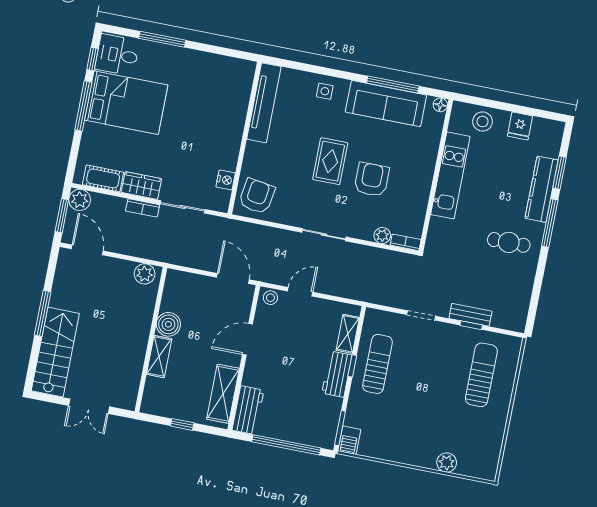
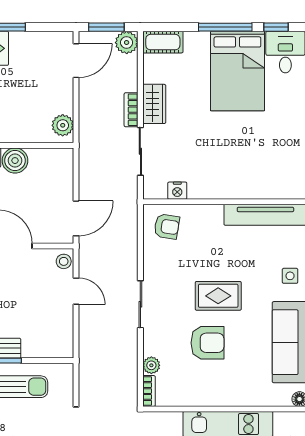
cot: (103, 178) -> (163, 42), moved, turned 90
armchair: (257, 196) -> (167, 226), width x0.72, depth x0.72
shelving: (348, 334) -> (42, 349), removed

